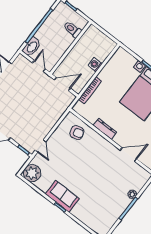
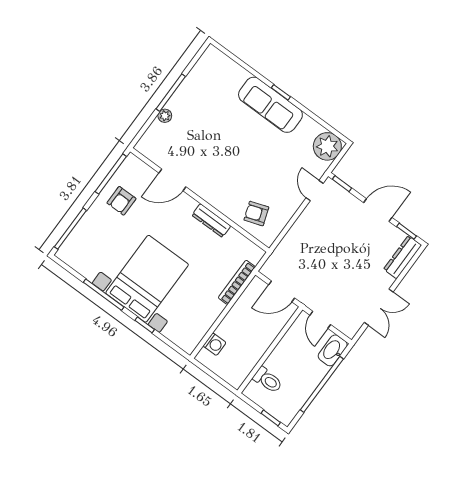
washing machine: (95, 65) -> (215, 344), moved
sofa: (62, 196) -> (270, 105), width x1.36

